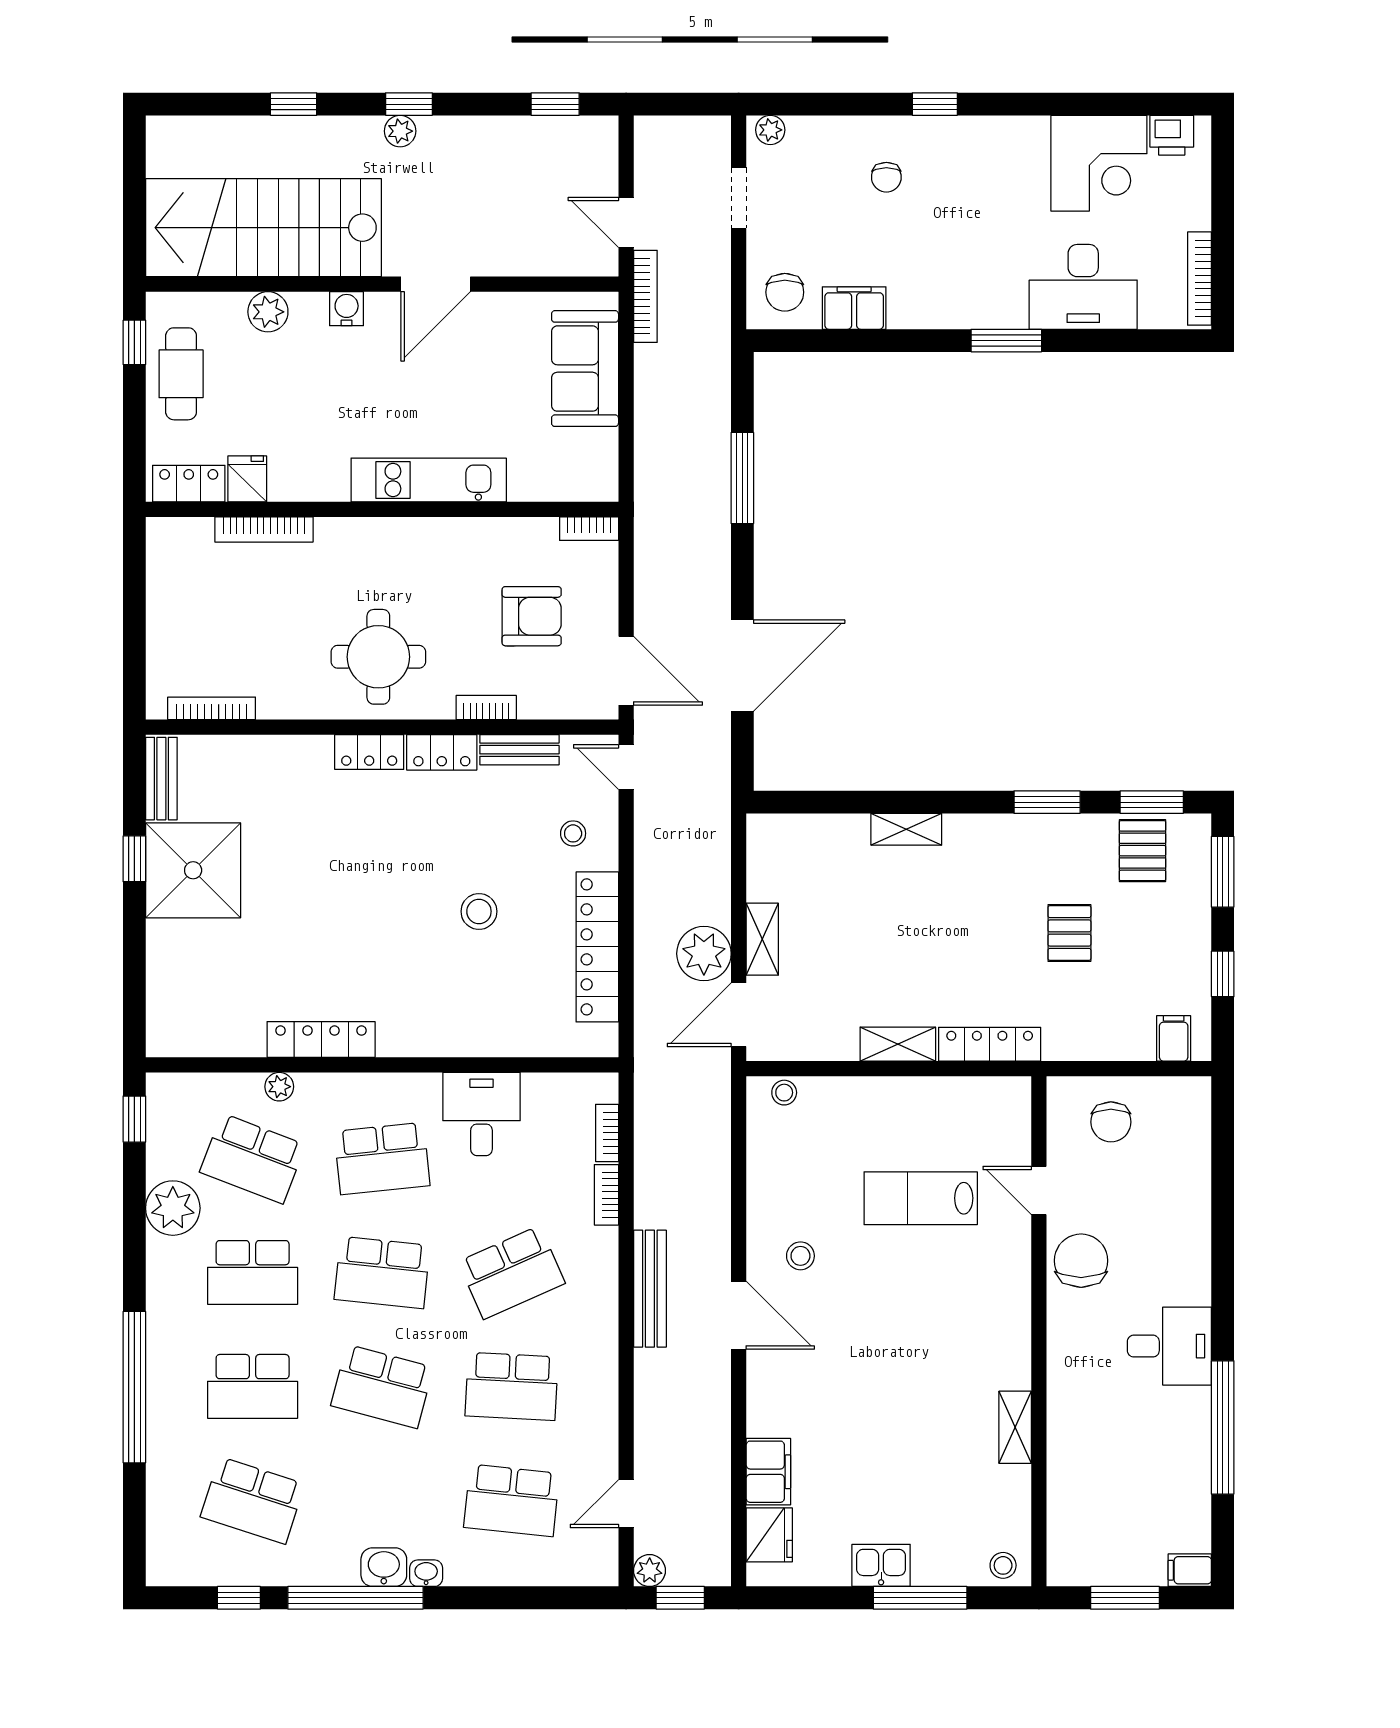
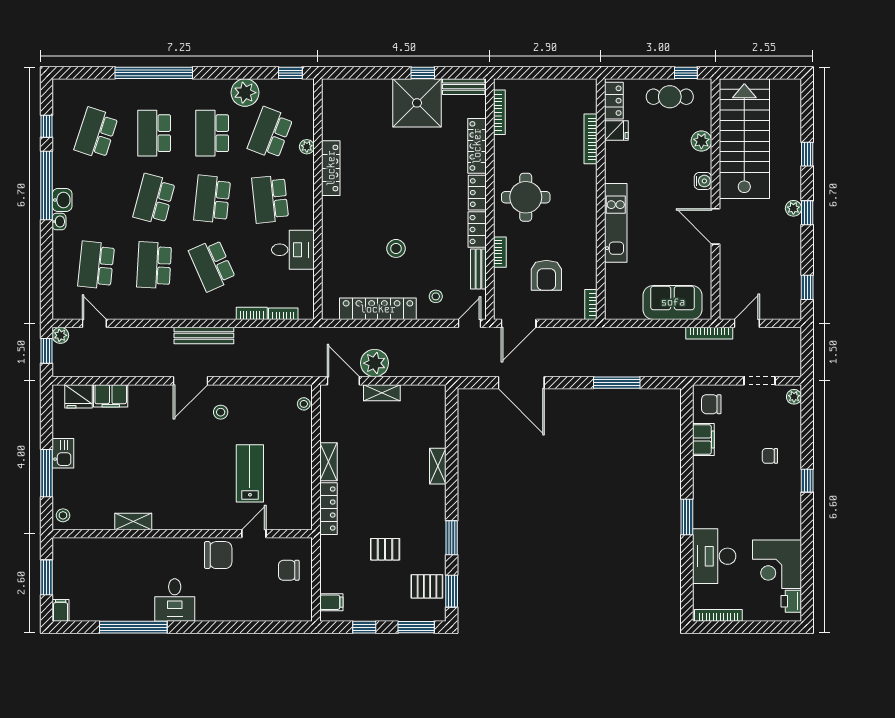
locker: (278, 752) -> (477, 146), added

